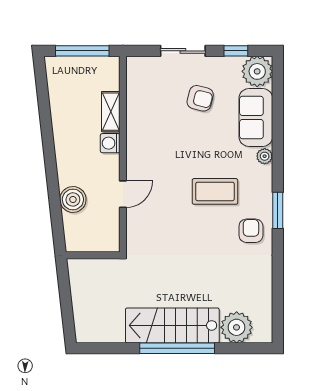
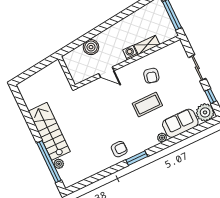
armchair: (200, 98) -> (151, 76), moved
coffee table: (215, 191) -> (147, 105), moved, turned 90
plant: (237, 327) -> (59, 164), width x0.53, depth x0.53
window: (177, 348) -> (49, 162), moved

